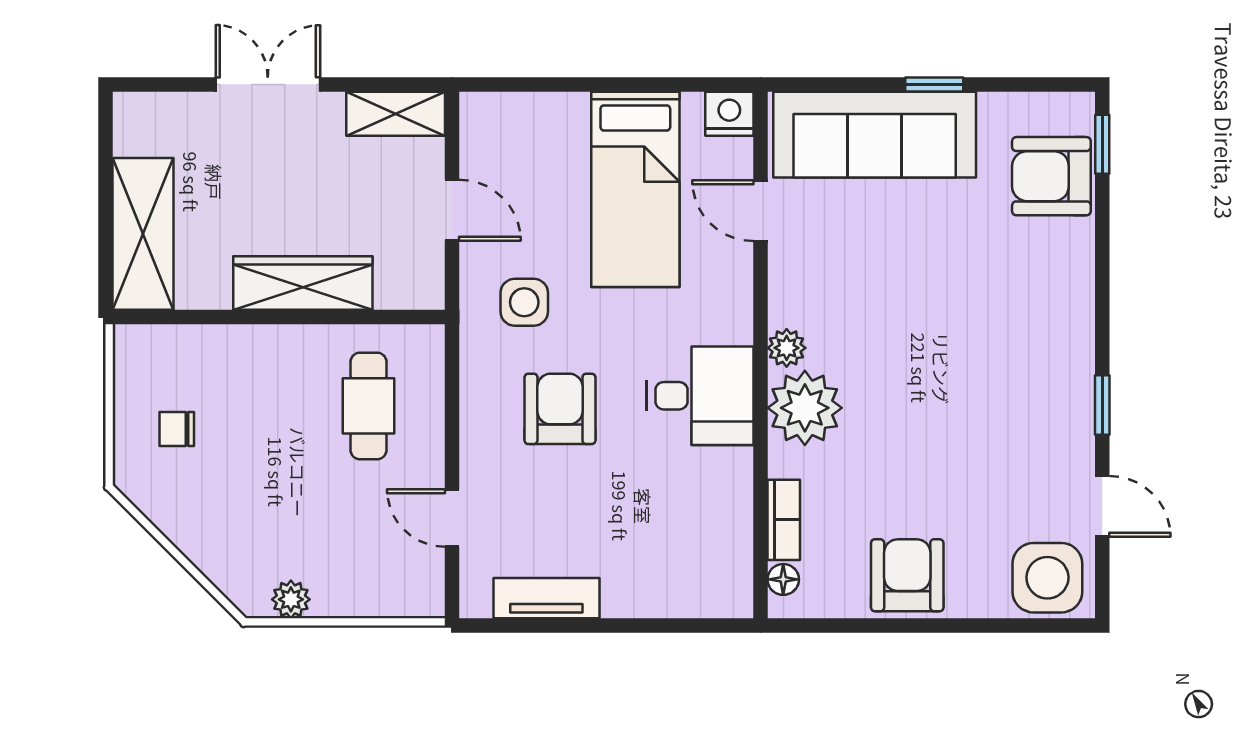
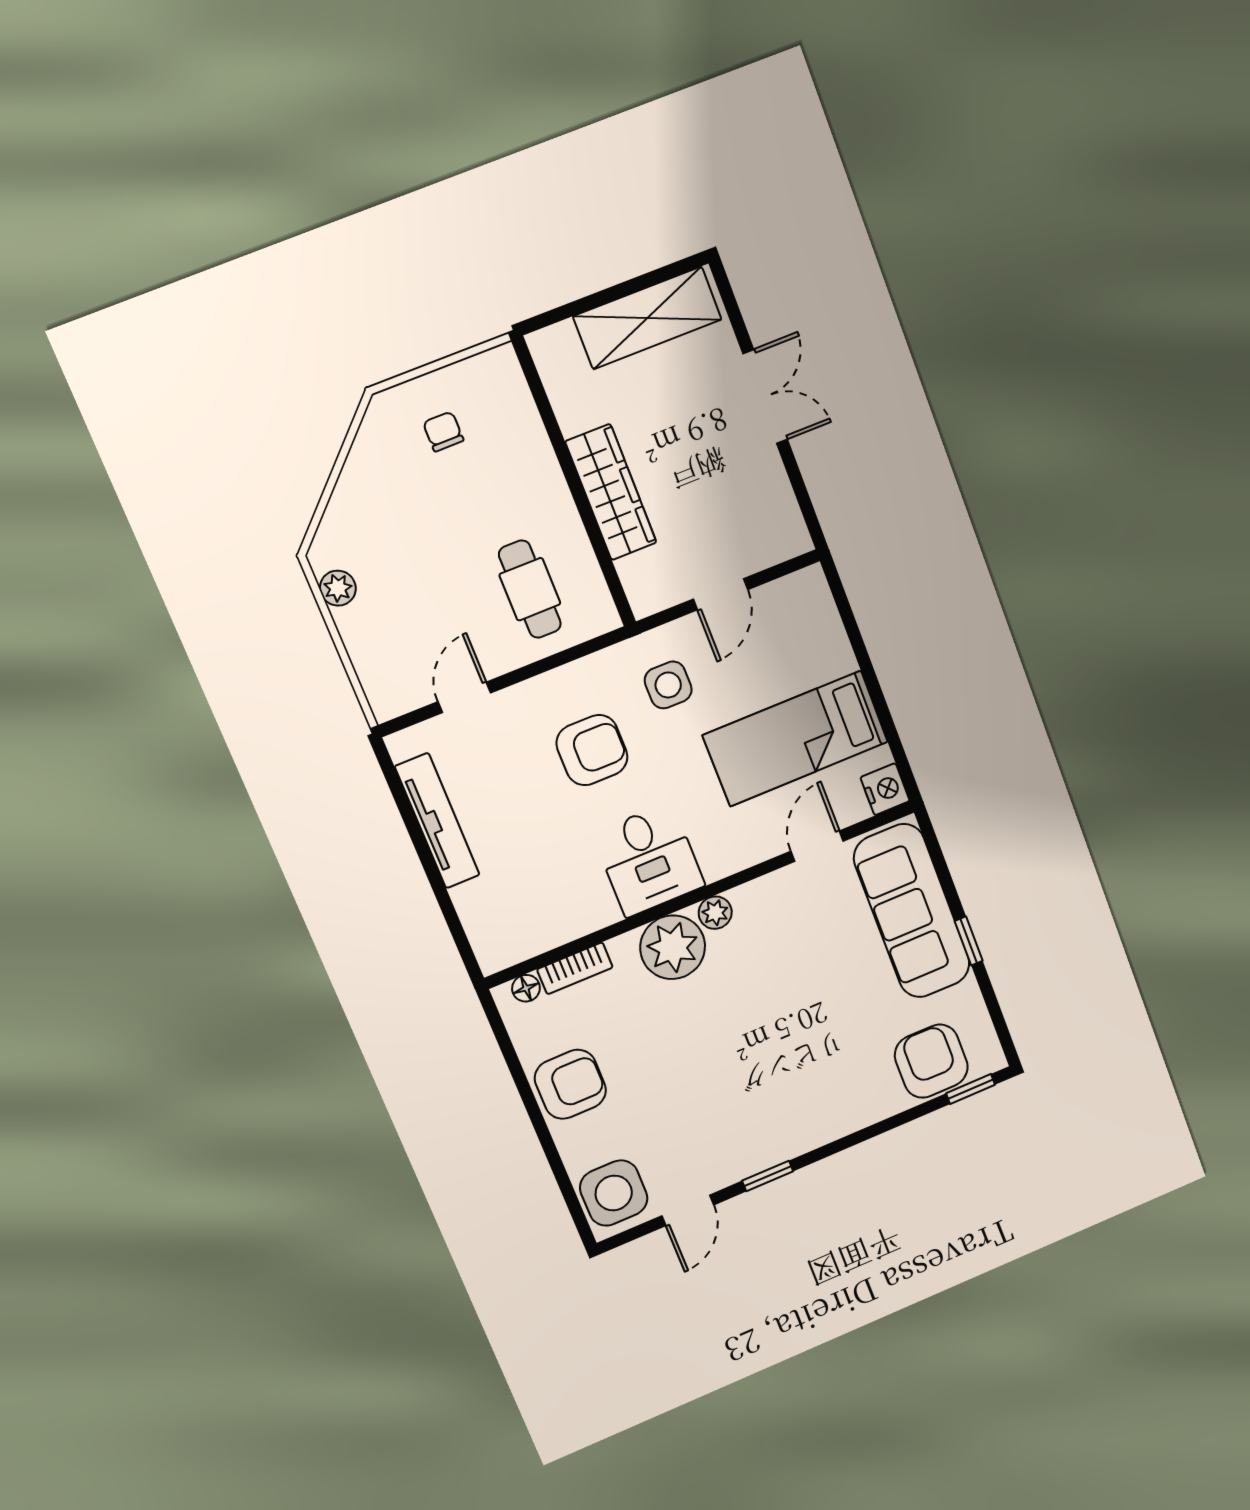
shelving: (396, 114) -> (782, 515), removed
shelving: (143, 234) -> (647, 318), moved
cafe table: (369, 406) -> (530, 589), turned 90
tv unit: (546, 598) -> (437, 821), width x1.41

